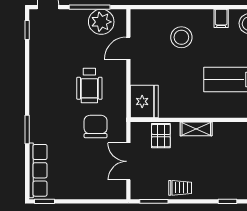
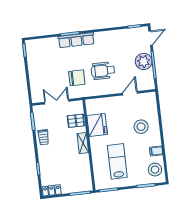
plant: (101, 22) -> (144, 61), moved
door: (128, 48) -> (130, 93), hinge flipped
fridge: (144, 101) -> (97, 125), moved, turned -90
row of seats: (38, 170) -> (76, 40), moved

